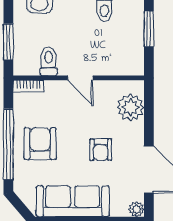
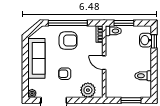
toilet: (49, 61) -> (113, 31), moved
door: (80, 78) -> (104, 63), hinge flipped

